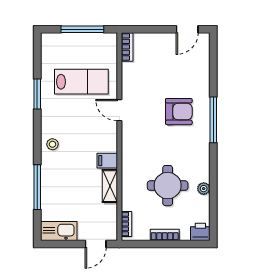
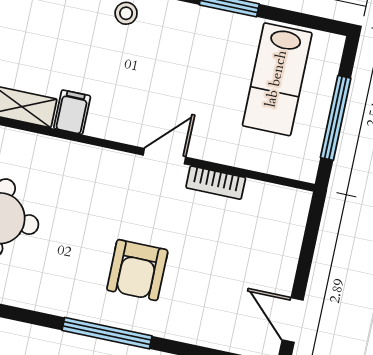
bookcase: (127, 47) -> (216, 183), moved
lab bench: (81, 82) -> (277, 79), moved

